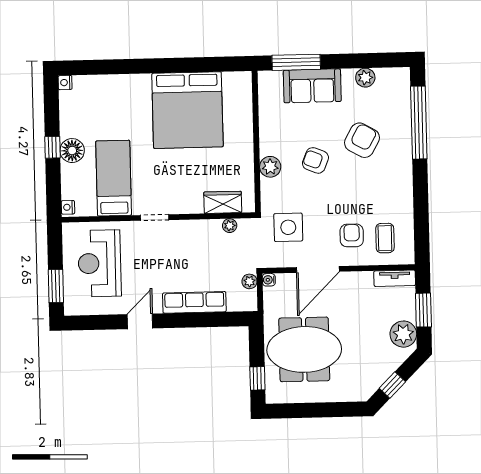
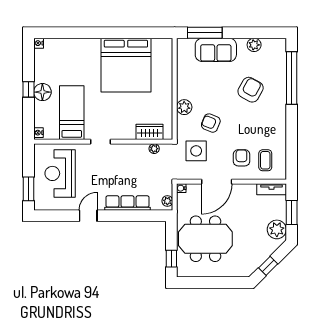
armchair: (315, 160) -> (211, 123), moved
plant: (249, 281) -> (167, 201), moved

